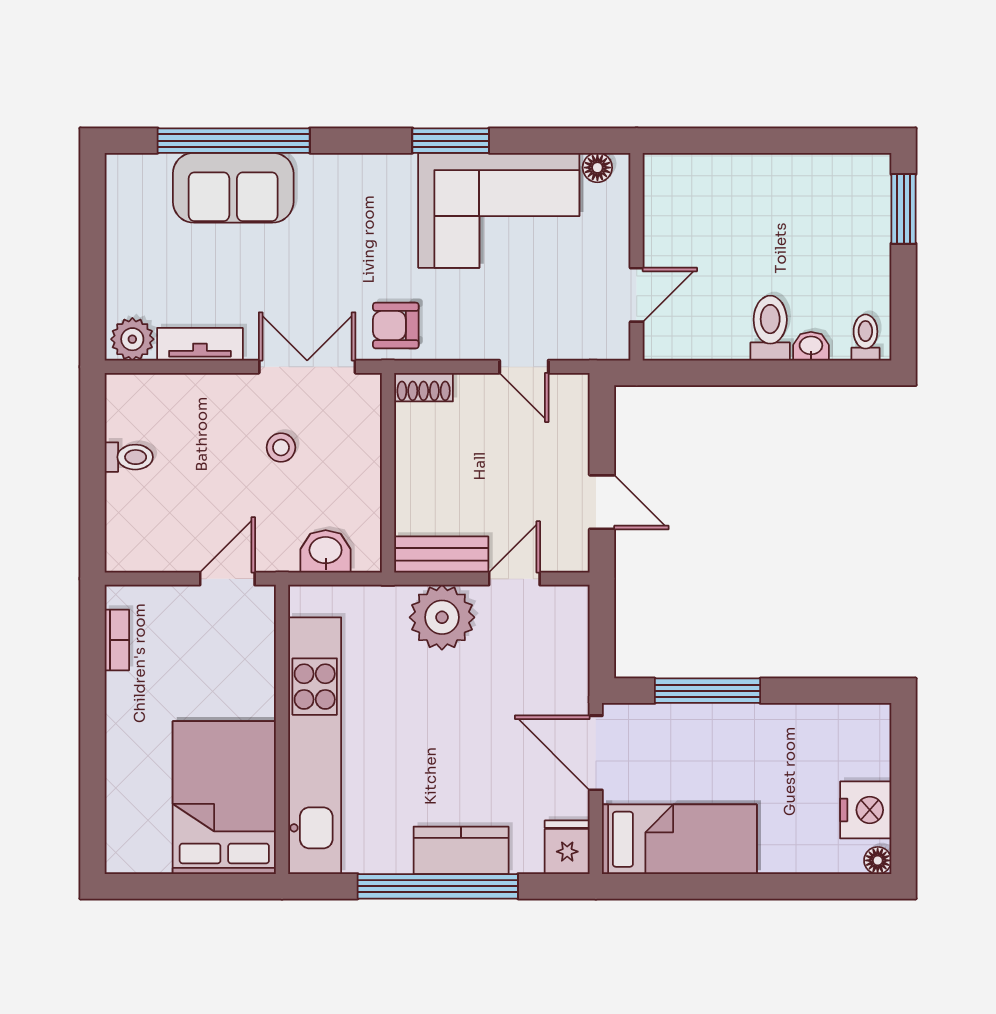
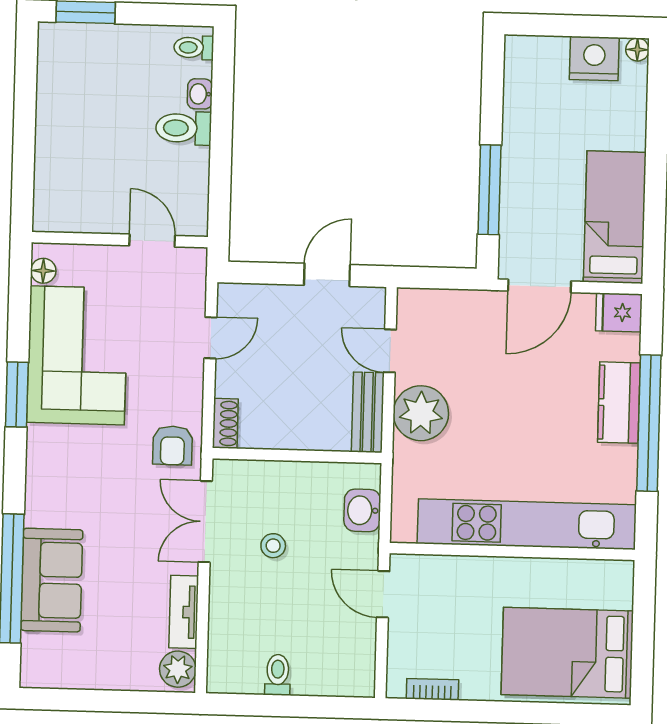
bed: (224, 798) -> (567, 653), moved

